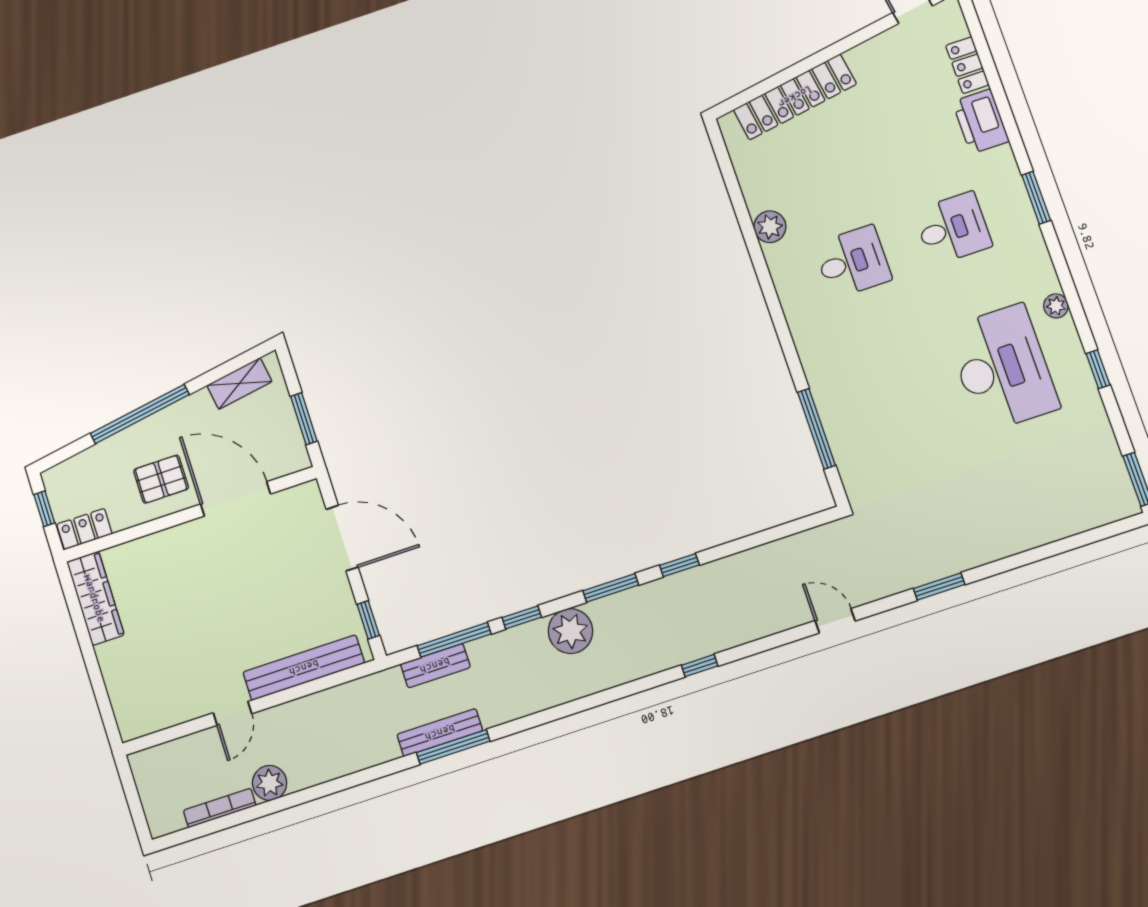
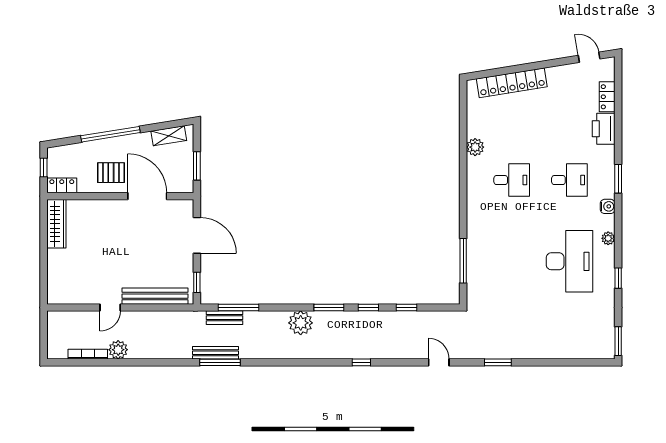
water cooler: (1035, 251) -> (608, 206), added
window: (522, 617) -> (407, 307), moved

